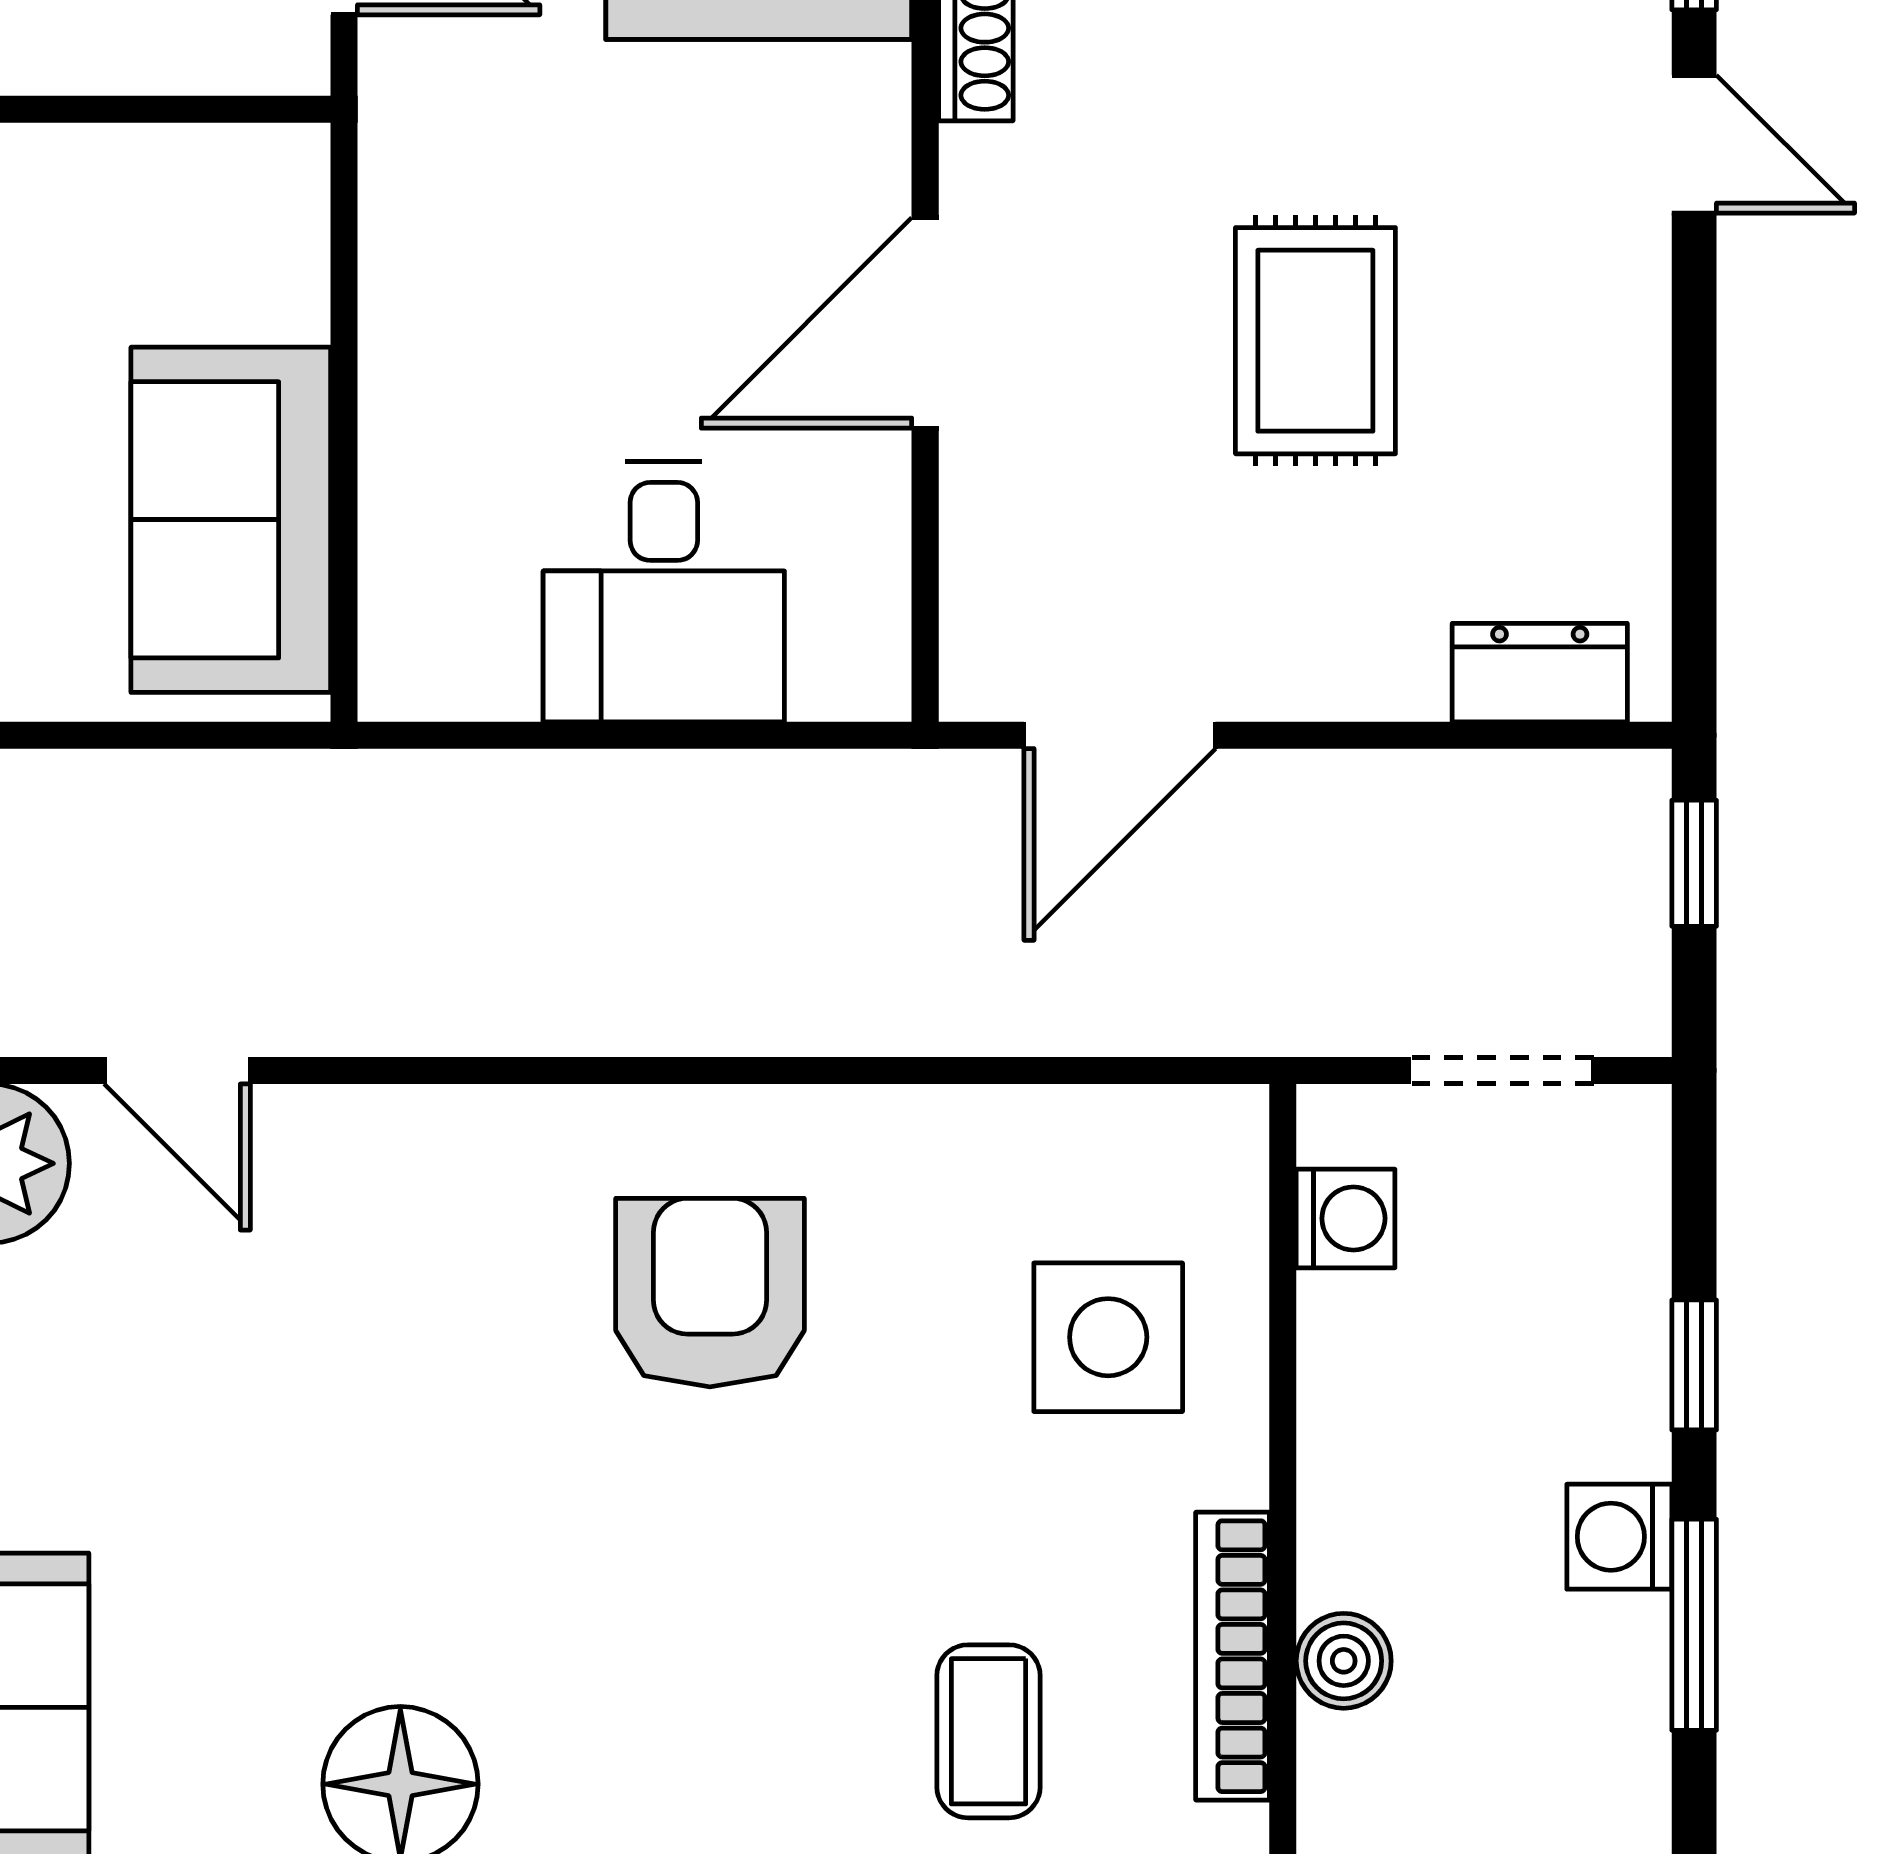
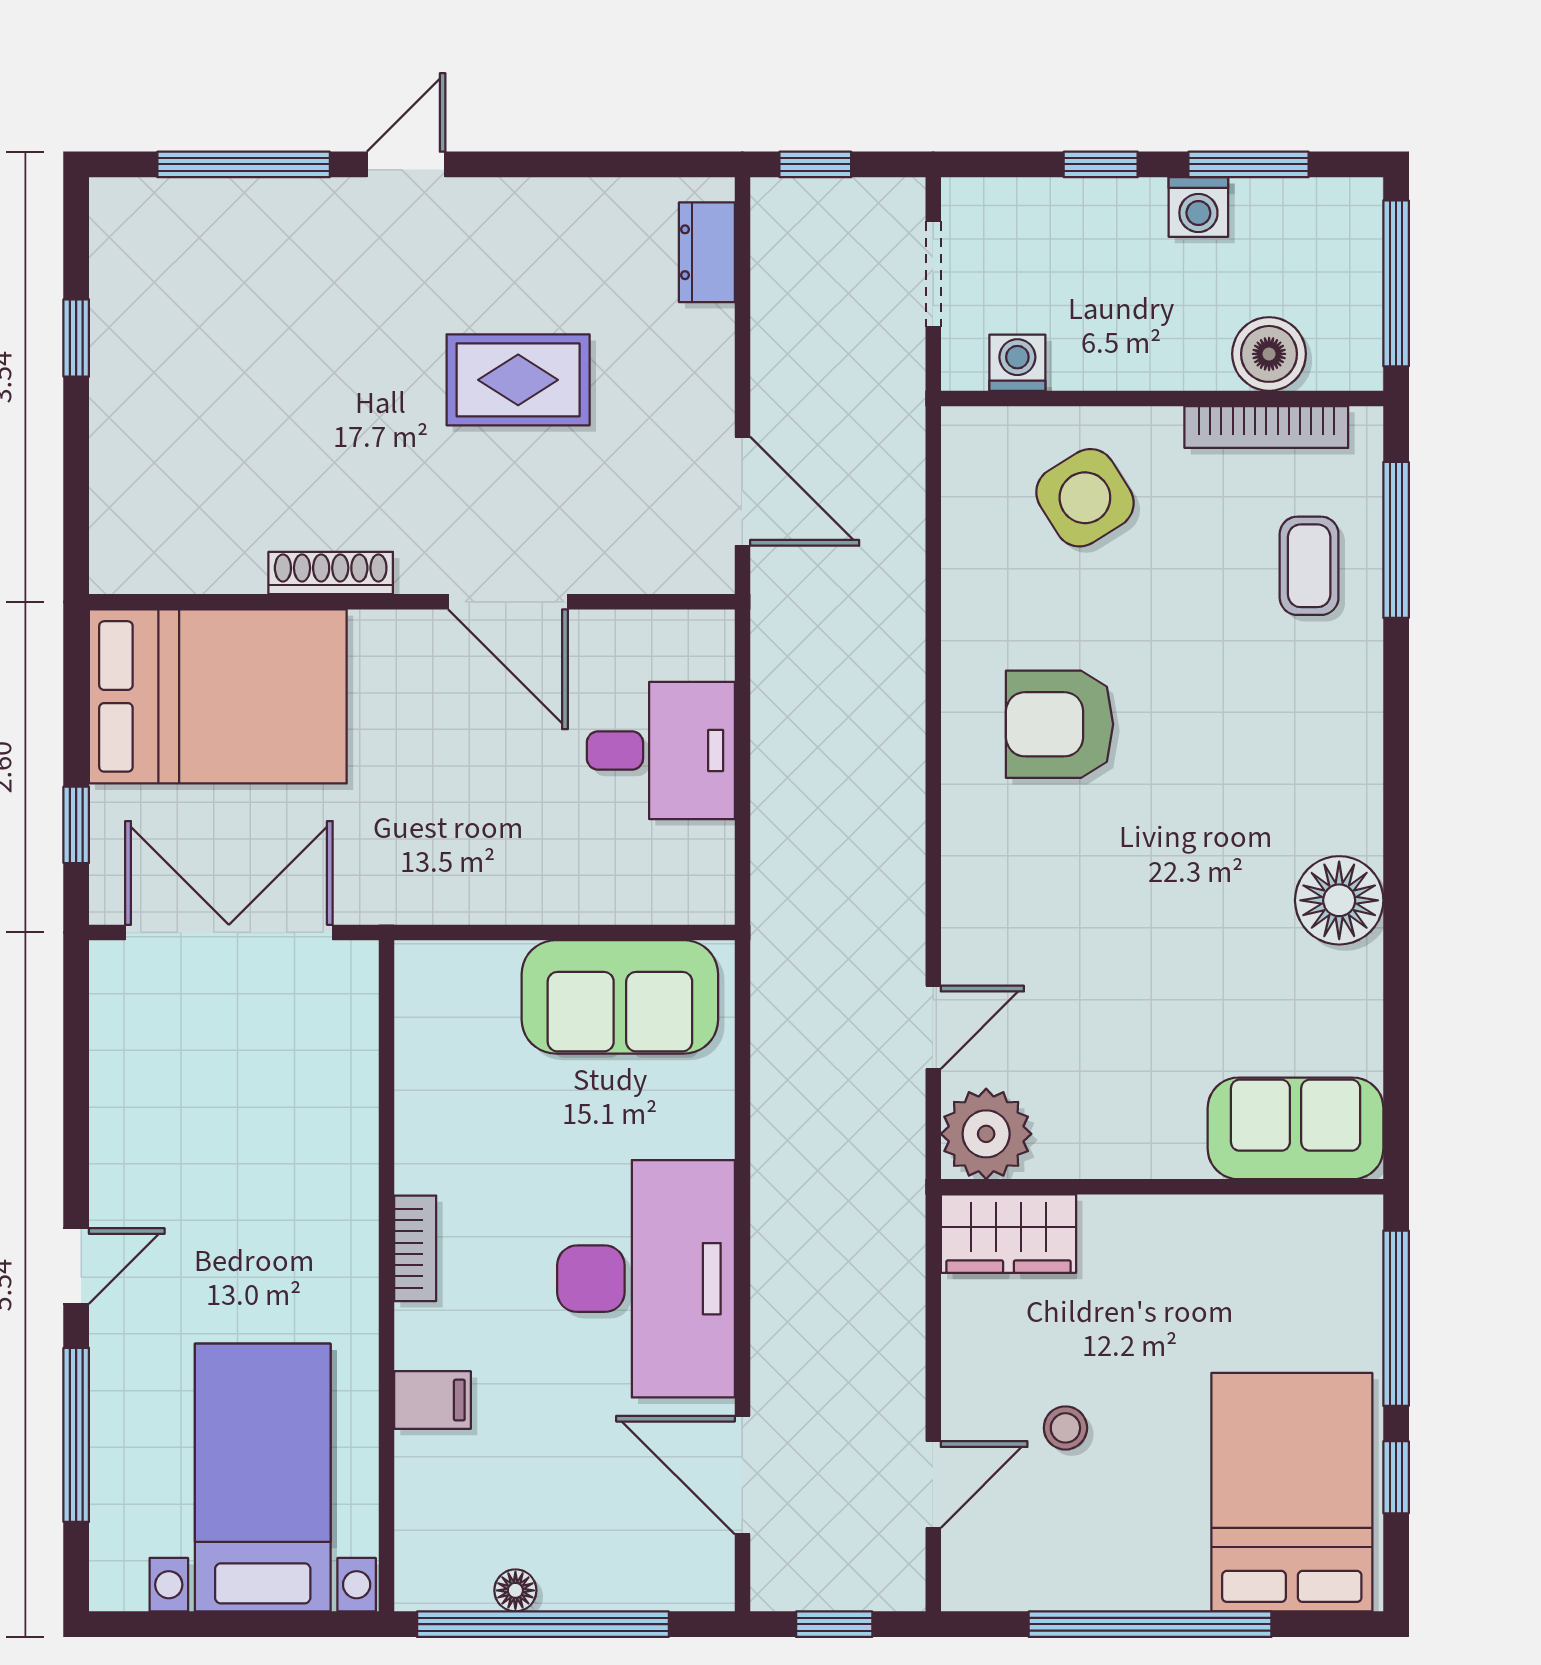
side table: (1108, 1337) -> (1085, 498), turned -32
boiler: (1344, 1661) -> (1269, 354), width x1.36, depth x1.36
coffee table: (989, 1731) -> (1309, 566), turned 90

